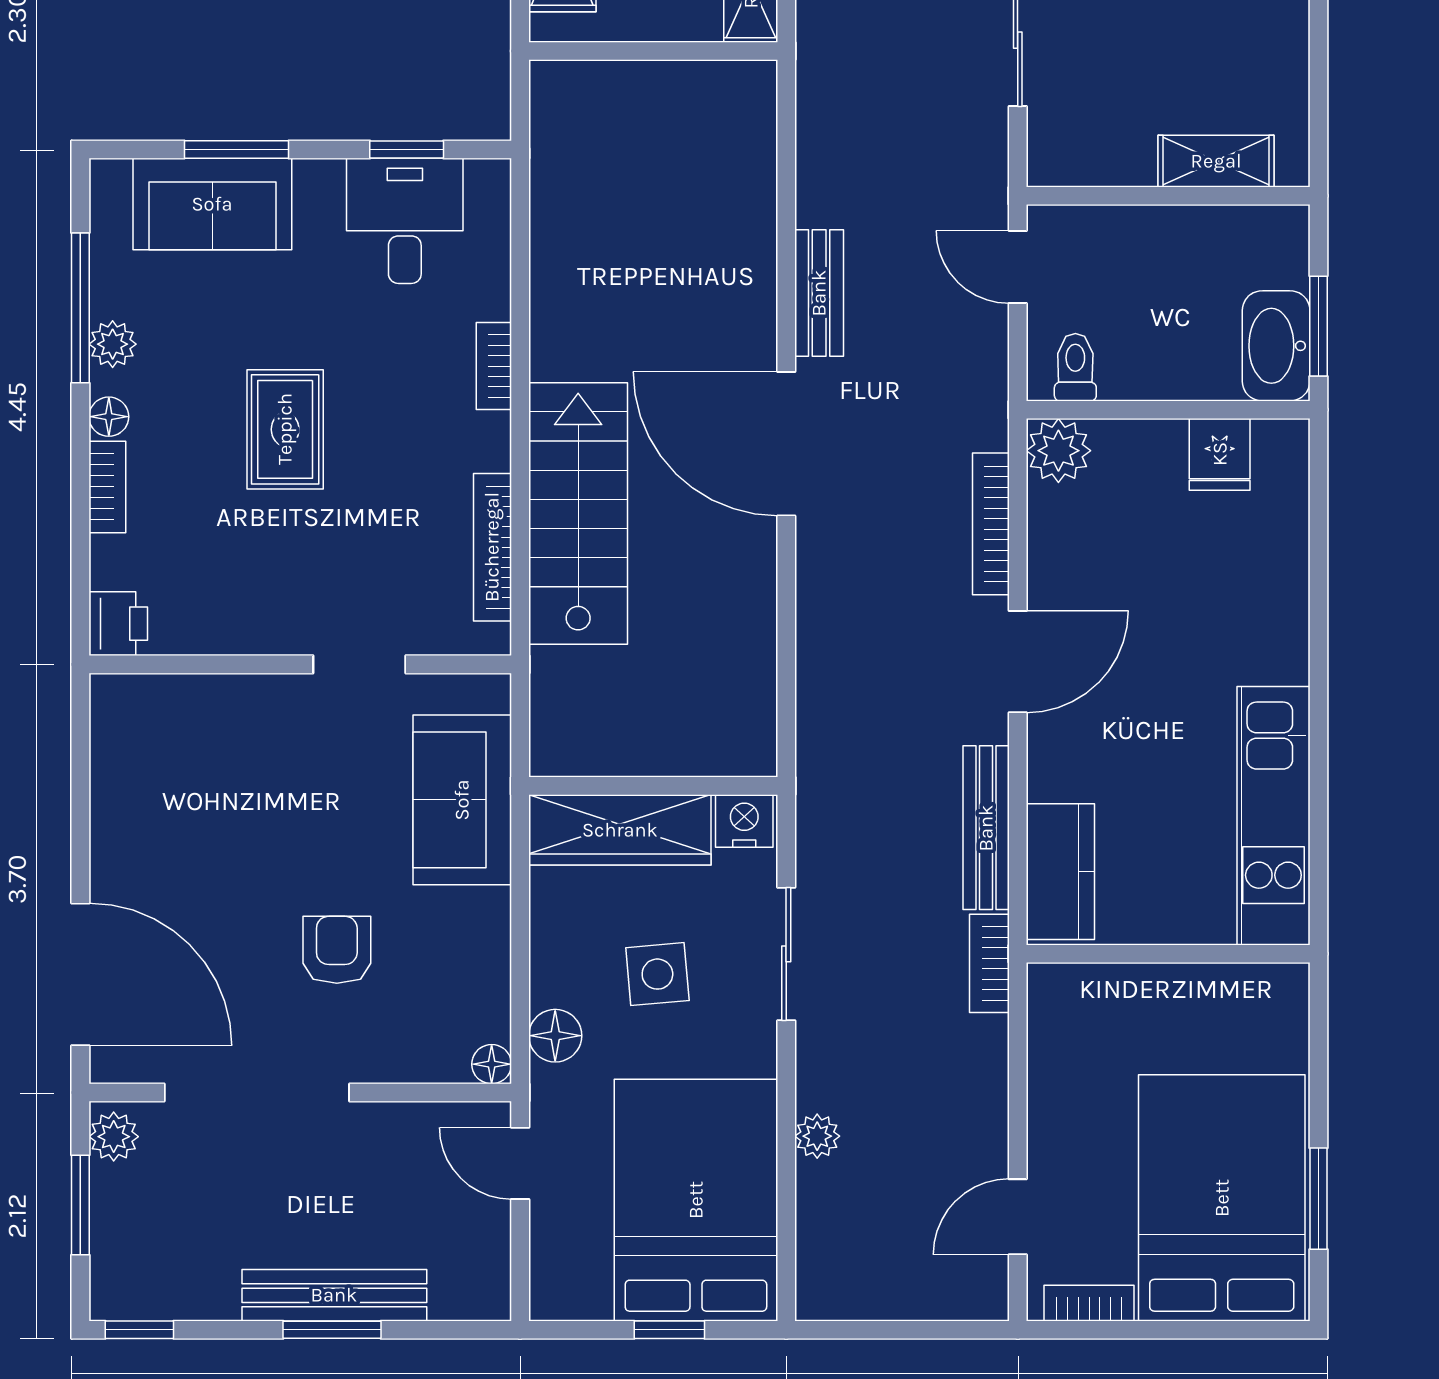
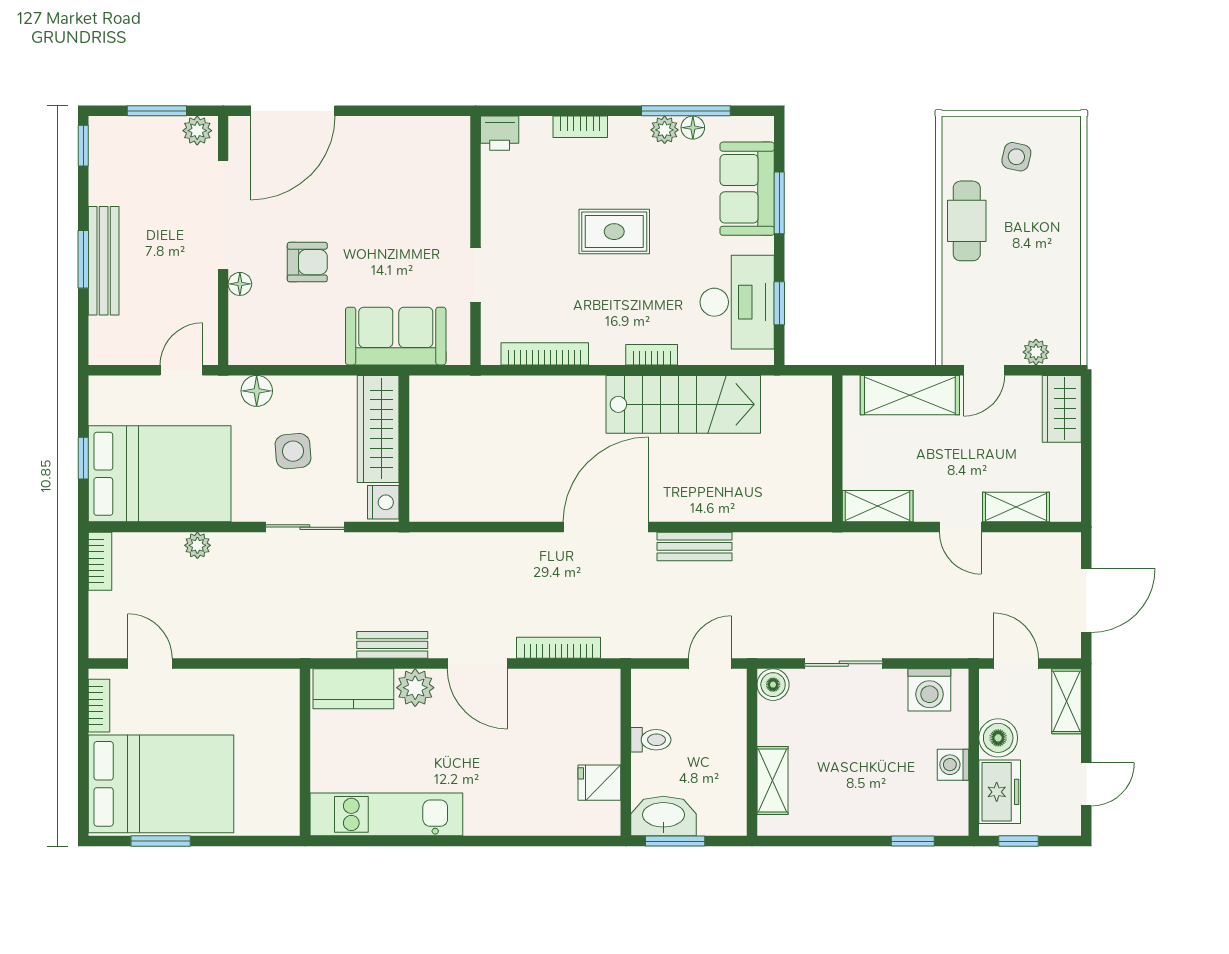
boiler: (1053, 160) -> (773, 685), added
desk: (405, 221) -> (737, 302), width x1.37
toilet: (1075, 367) -> (651, 740), moved
floor lamp: (109, 417) -> (693, 128), moved
plant: (1058, 451) -> (415, 688), moved
stairs: (578, 513) -> (683, 404), moved
bench: (986, 828) -> (392, 645), width x0.73
bookcase: (989, 963) -> (100, 561), moved, turned 90
floor lamp: (492, 1064) -> (240, 284), moved

